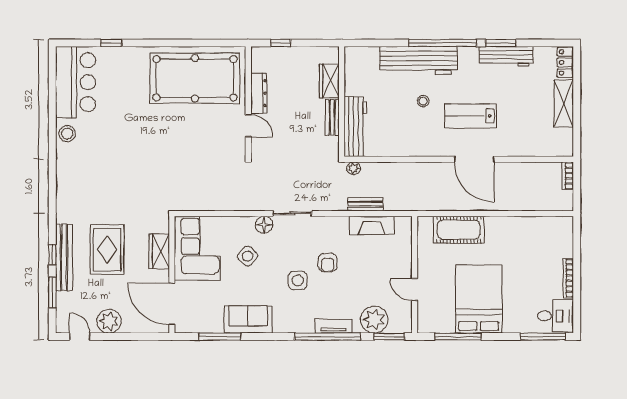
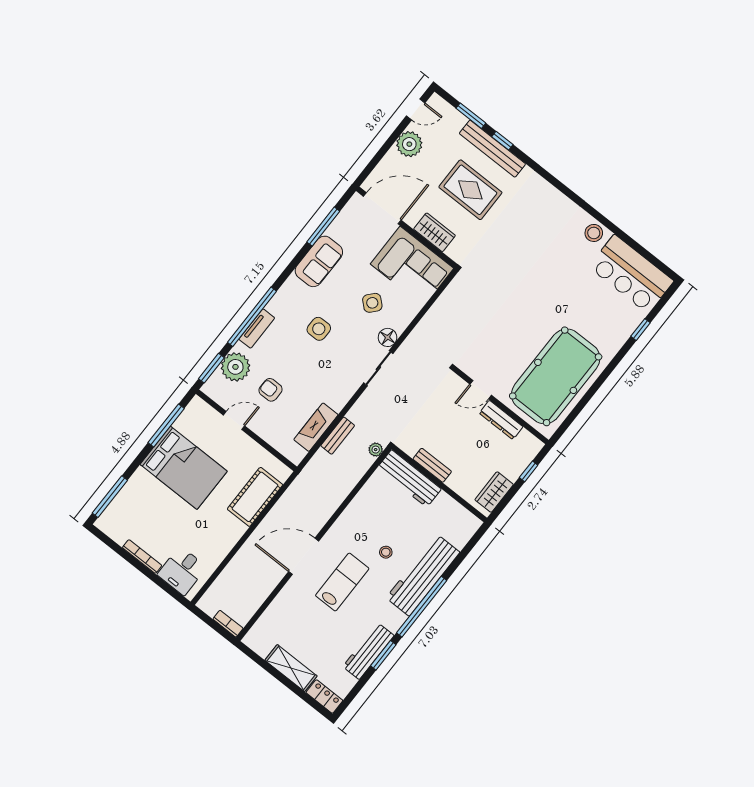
wardrobe: (329, 81) -> (494, 492), moved, turned -90
armchair: (328, 263) -> (271, 390), moved
desk: (555, 316) -> (182, 571), moved

